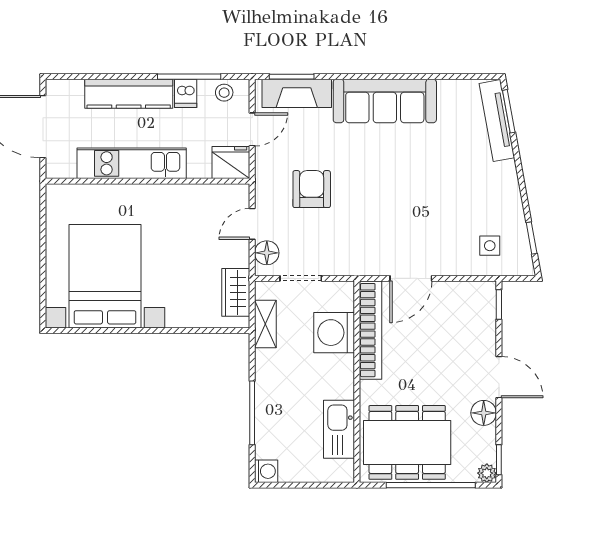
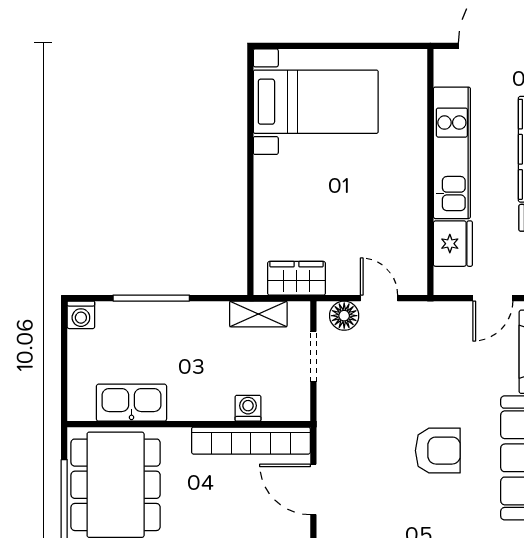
door: (252, 129) -> (493, 298), hinge flipped
fridge: (231, 163) -> (453, 244), moved
armchair: (312, 189) -> (438, 451), moved
bed with nightstands: (105, 276) -> (316, 102), width x0.73
washing machine: (334, 333) -> (248, 408), width x0.53, depth x0.53

